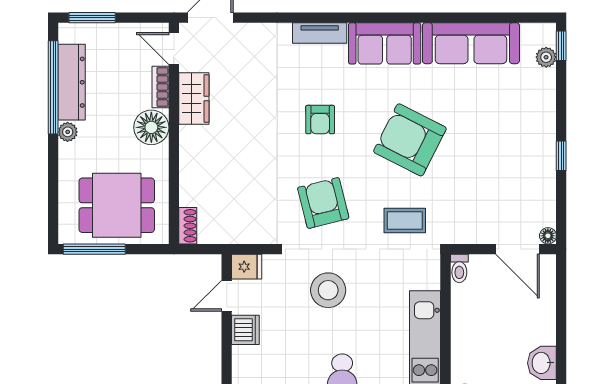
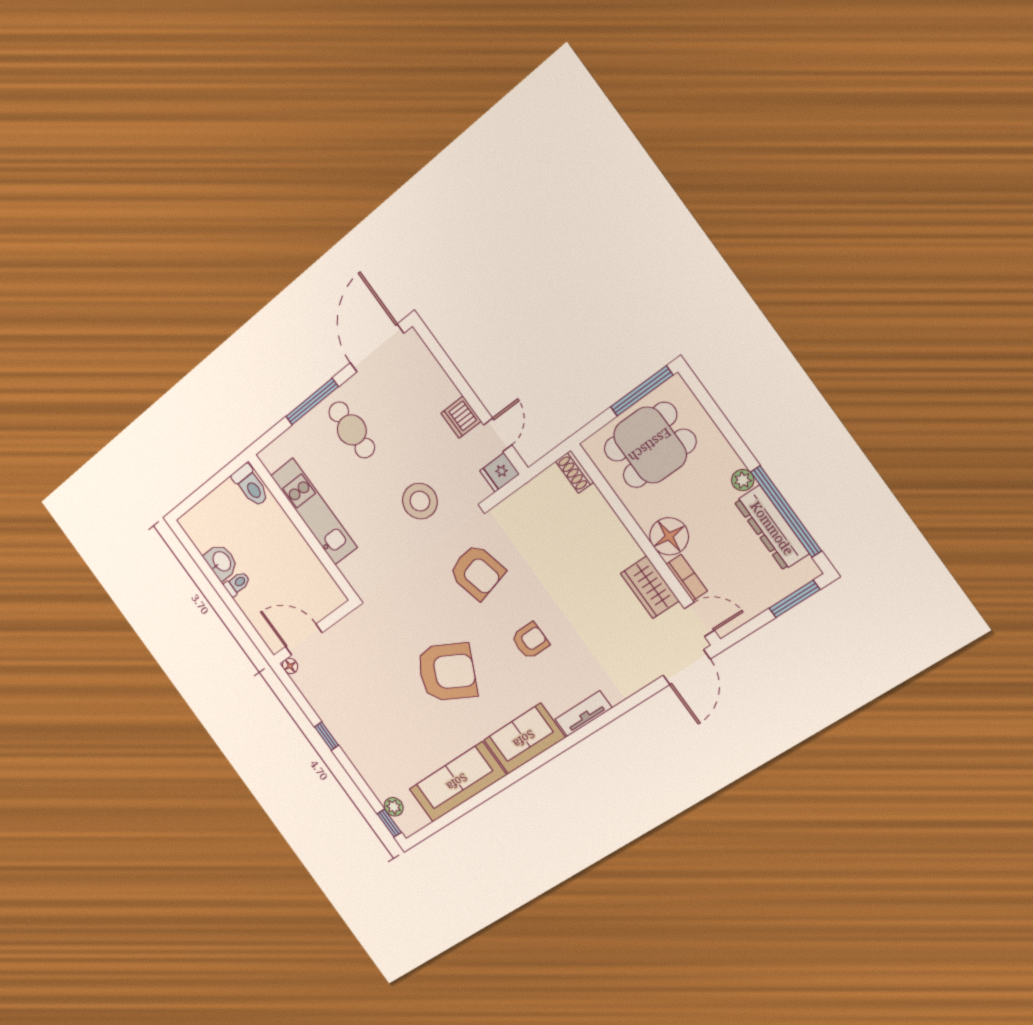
armchair: (320, 120) -> (530, 641), turned 90
coffee table: (405, 220) -> (403, 603), removed
toilet: (459, 268) -> (237, 584), moved, turned 90

